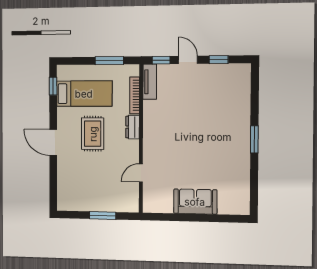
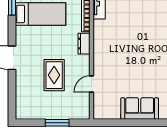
rug: (93, 134) -> (54, 75), moved

